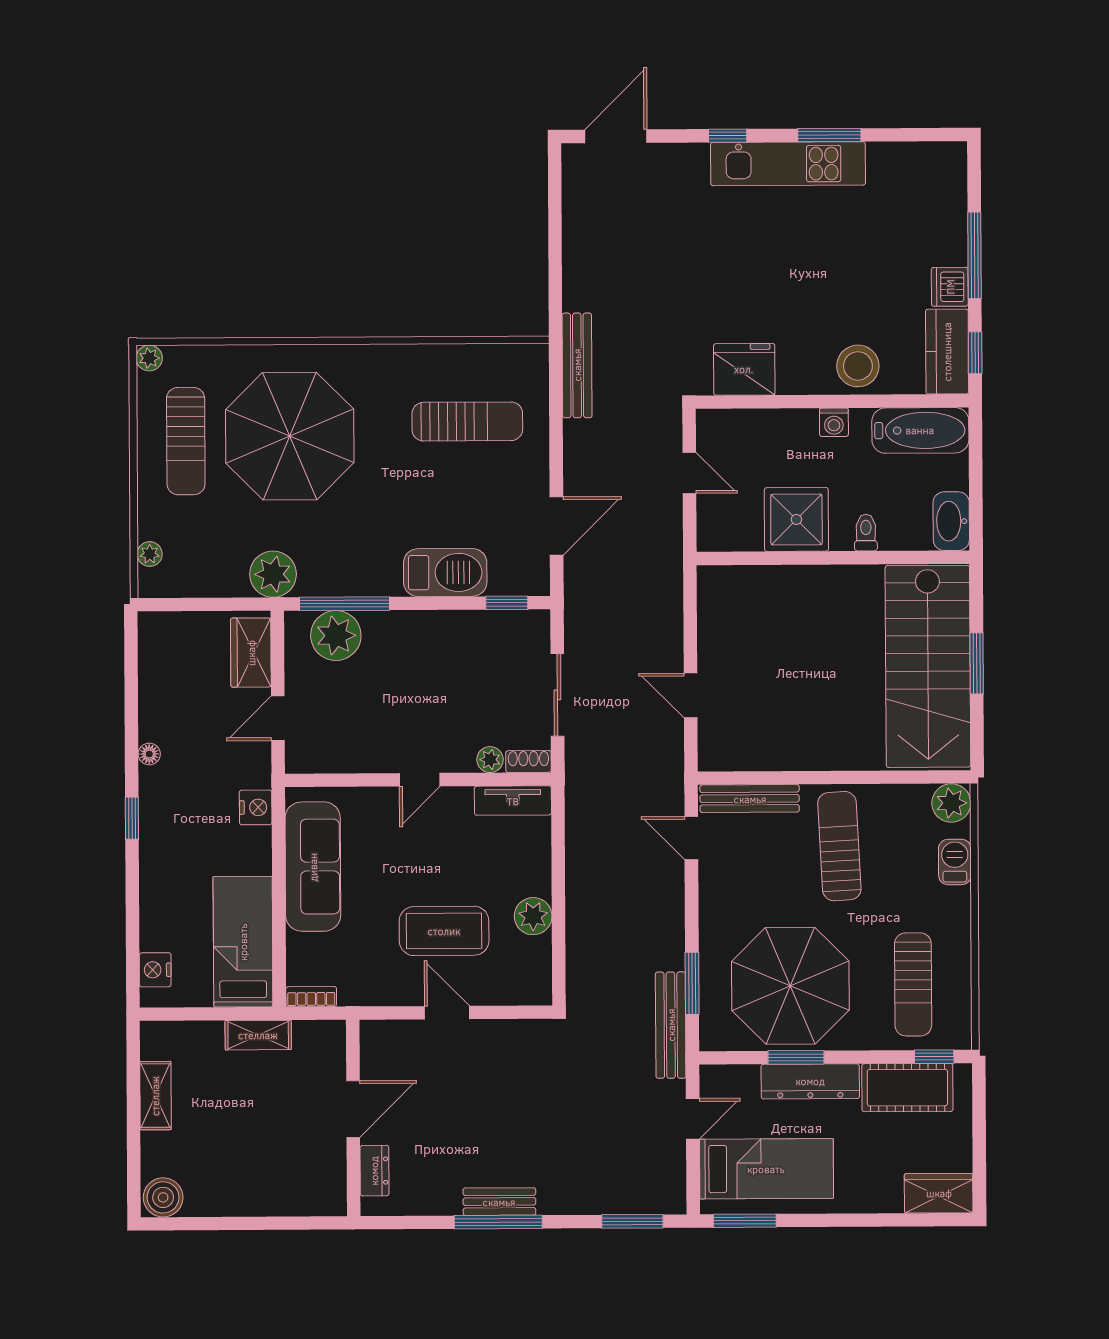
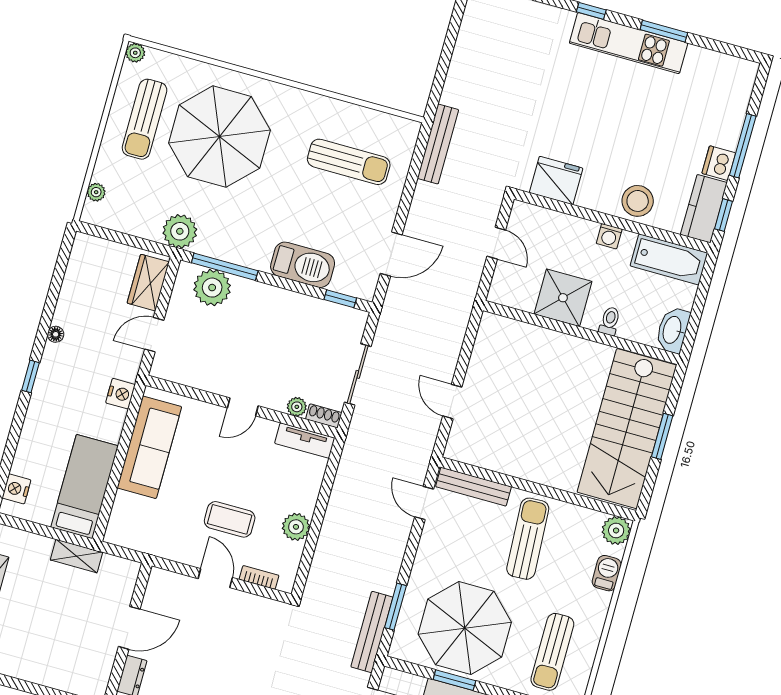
coffee table: (444, 931) -> (230, 519), width x0.73, depth x0.76
bookcase: (311, 997) -> (259, 577), moved

